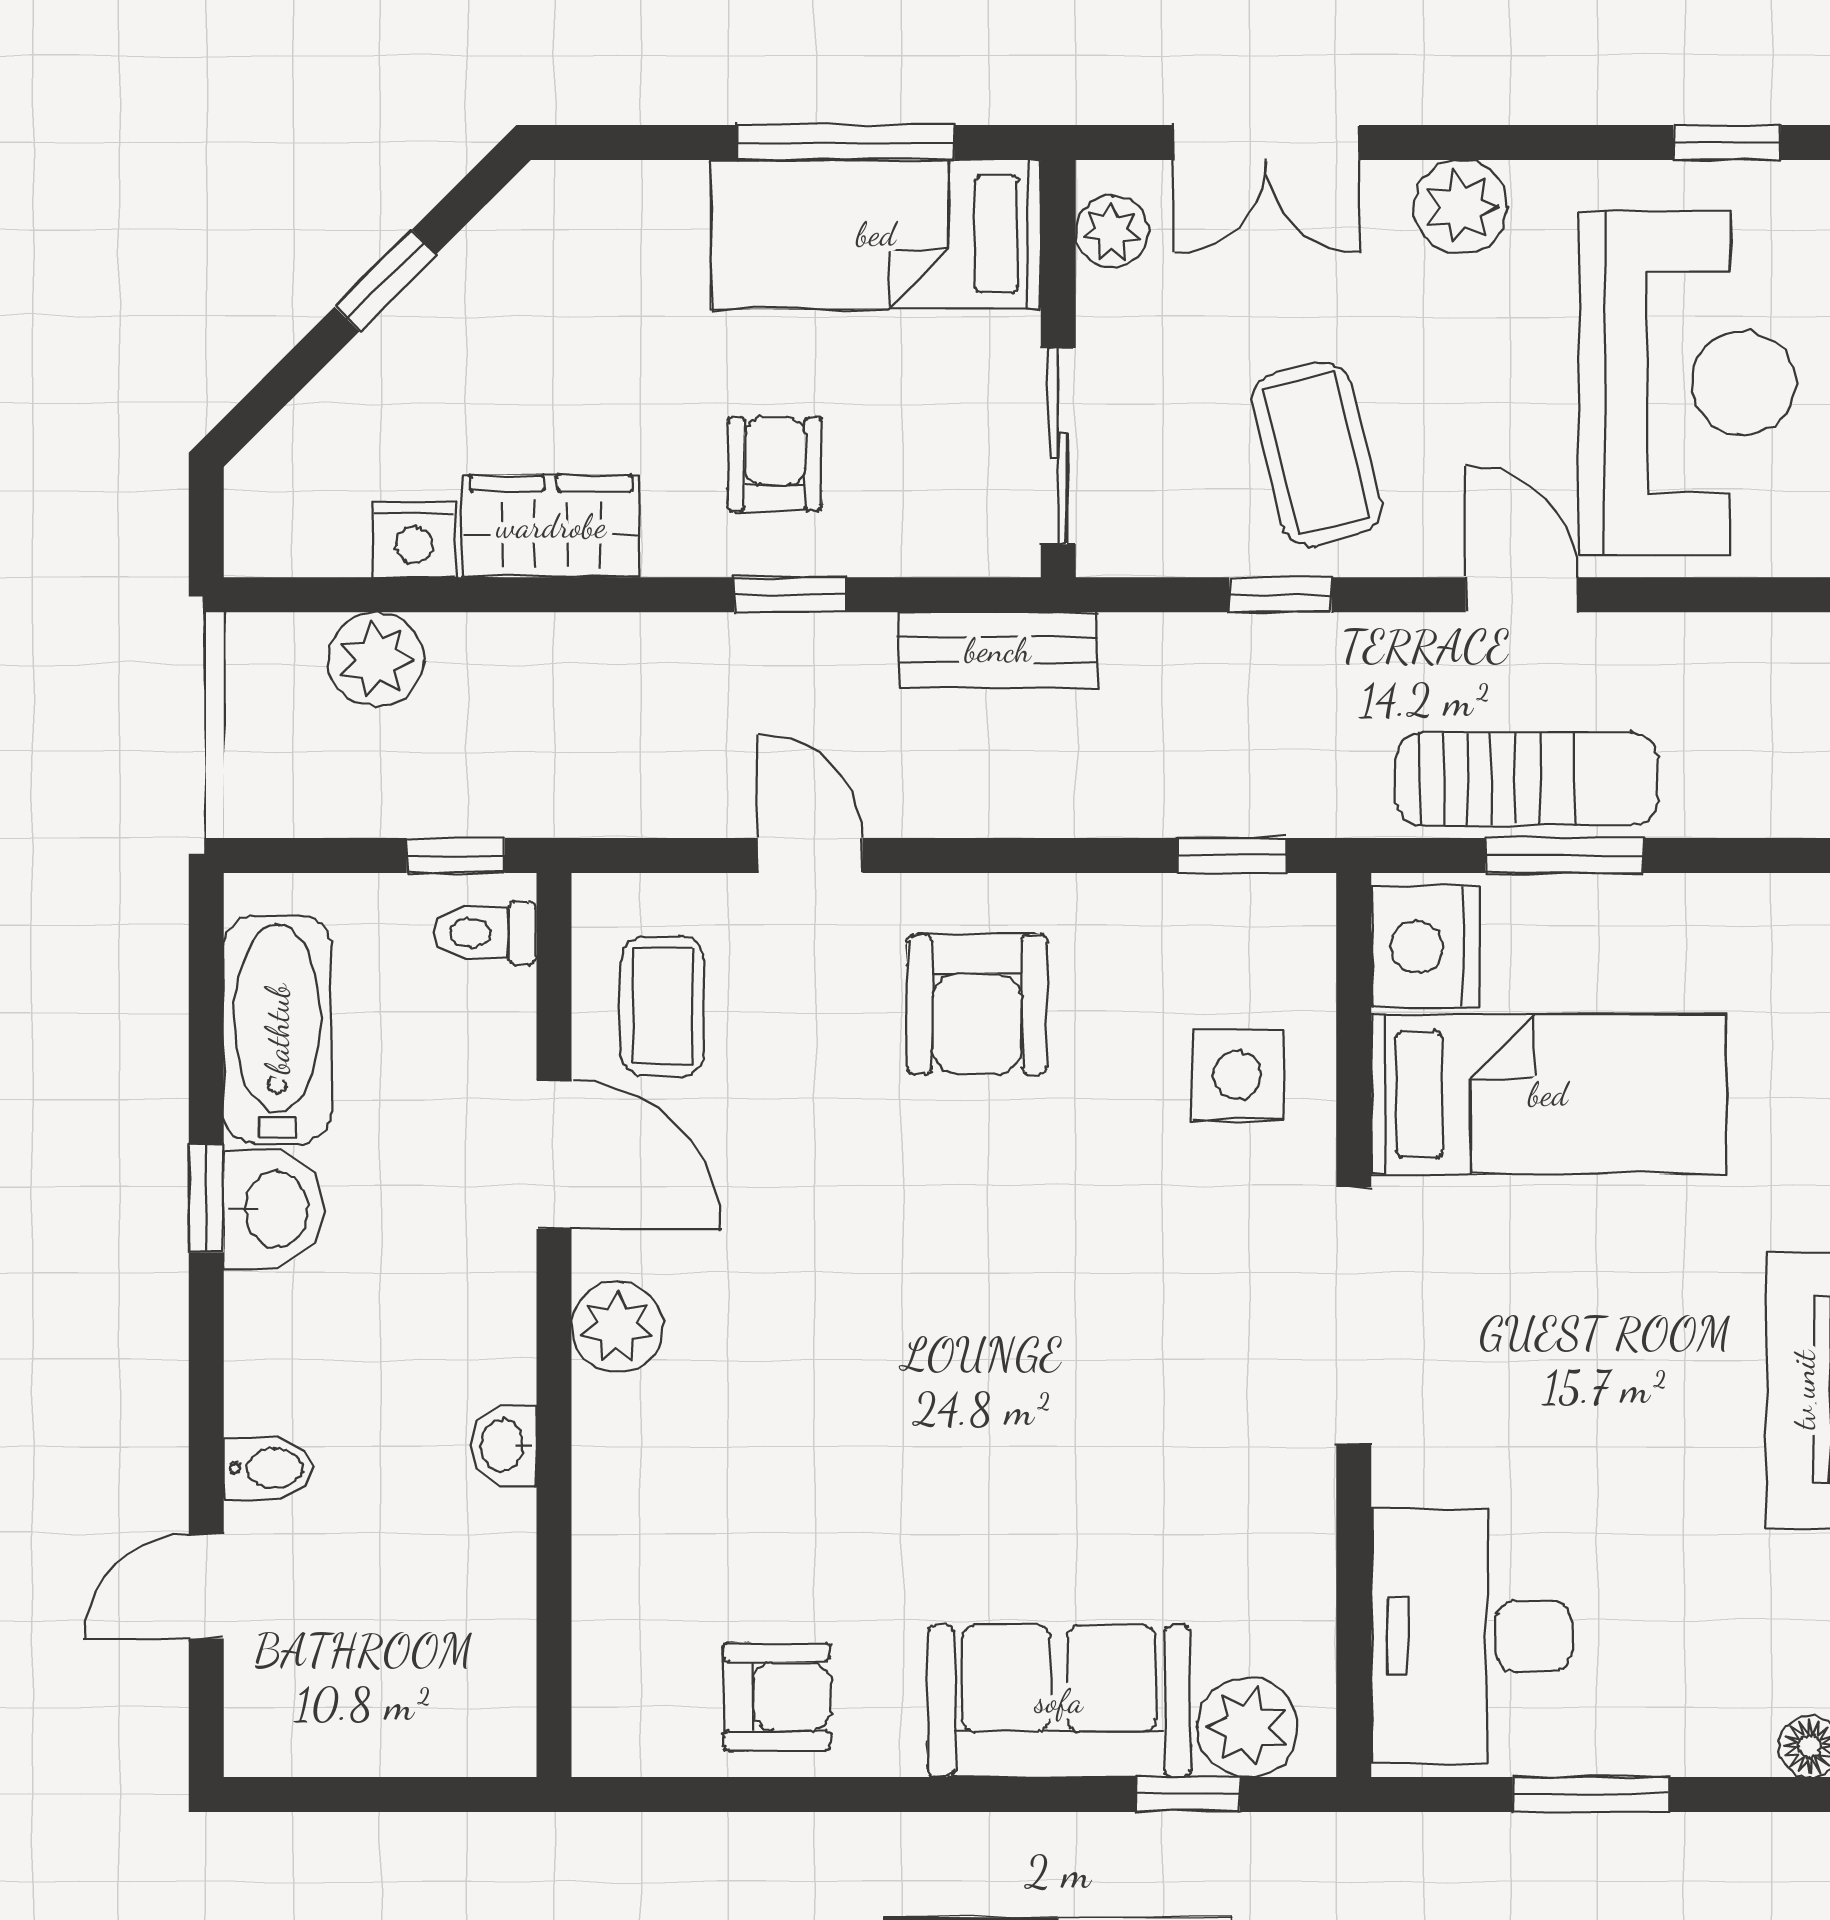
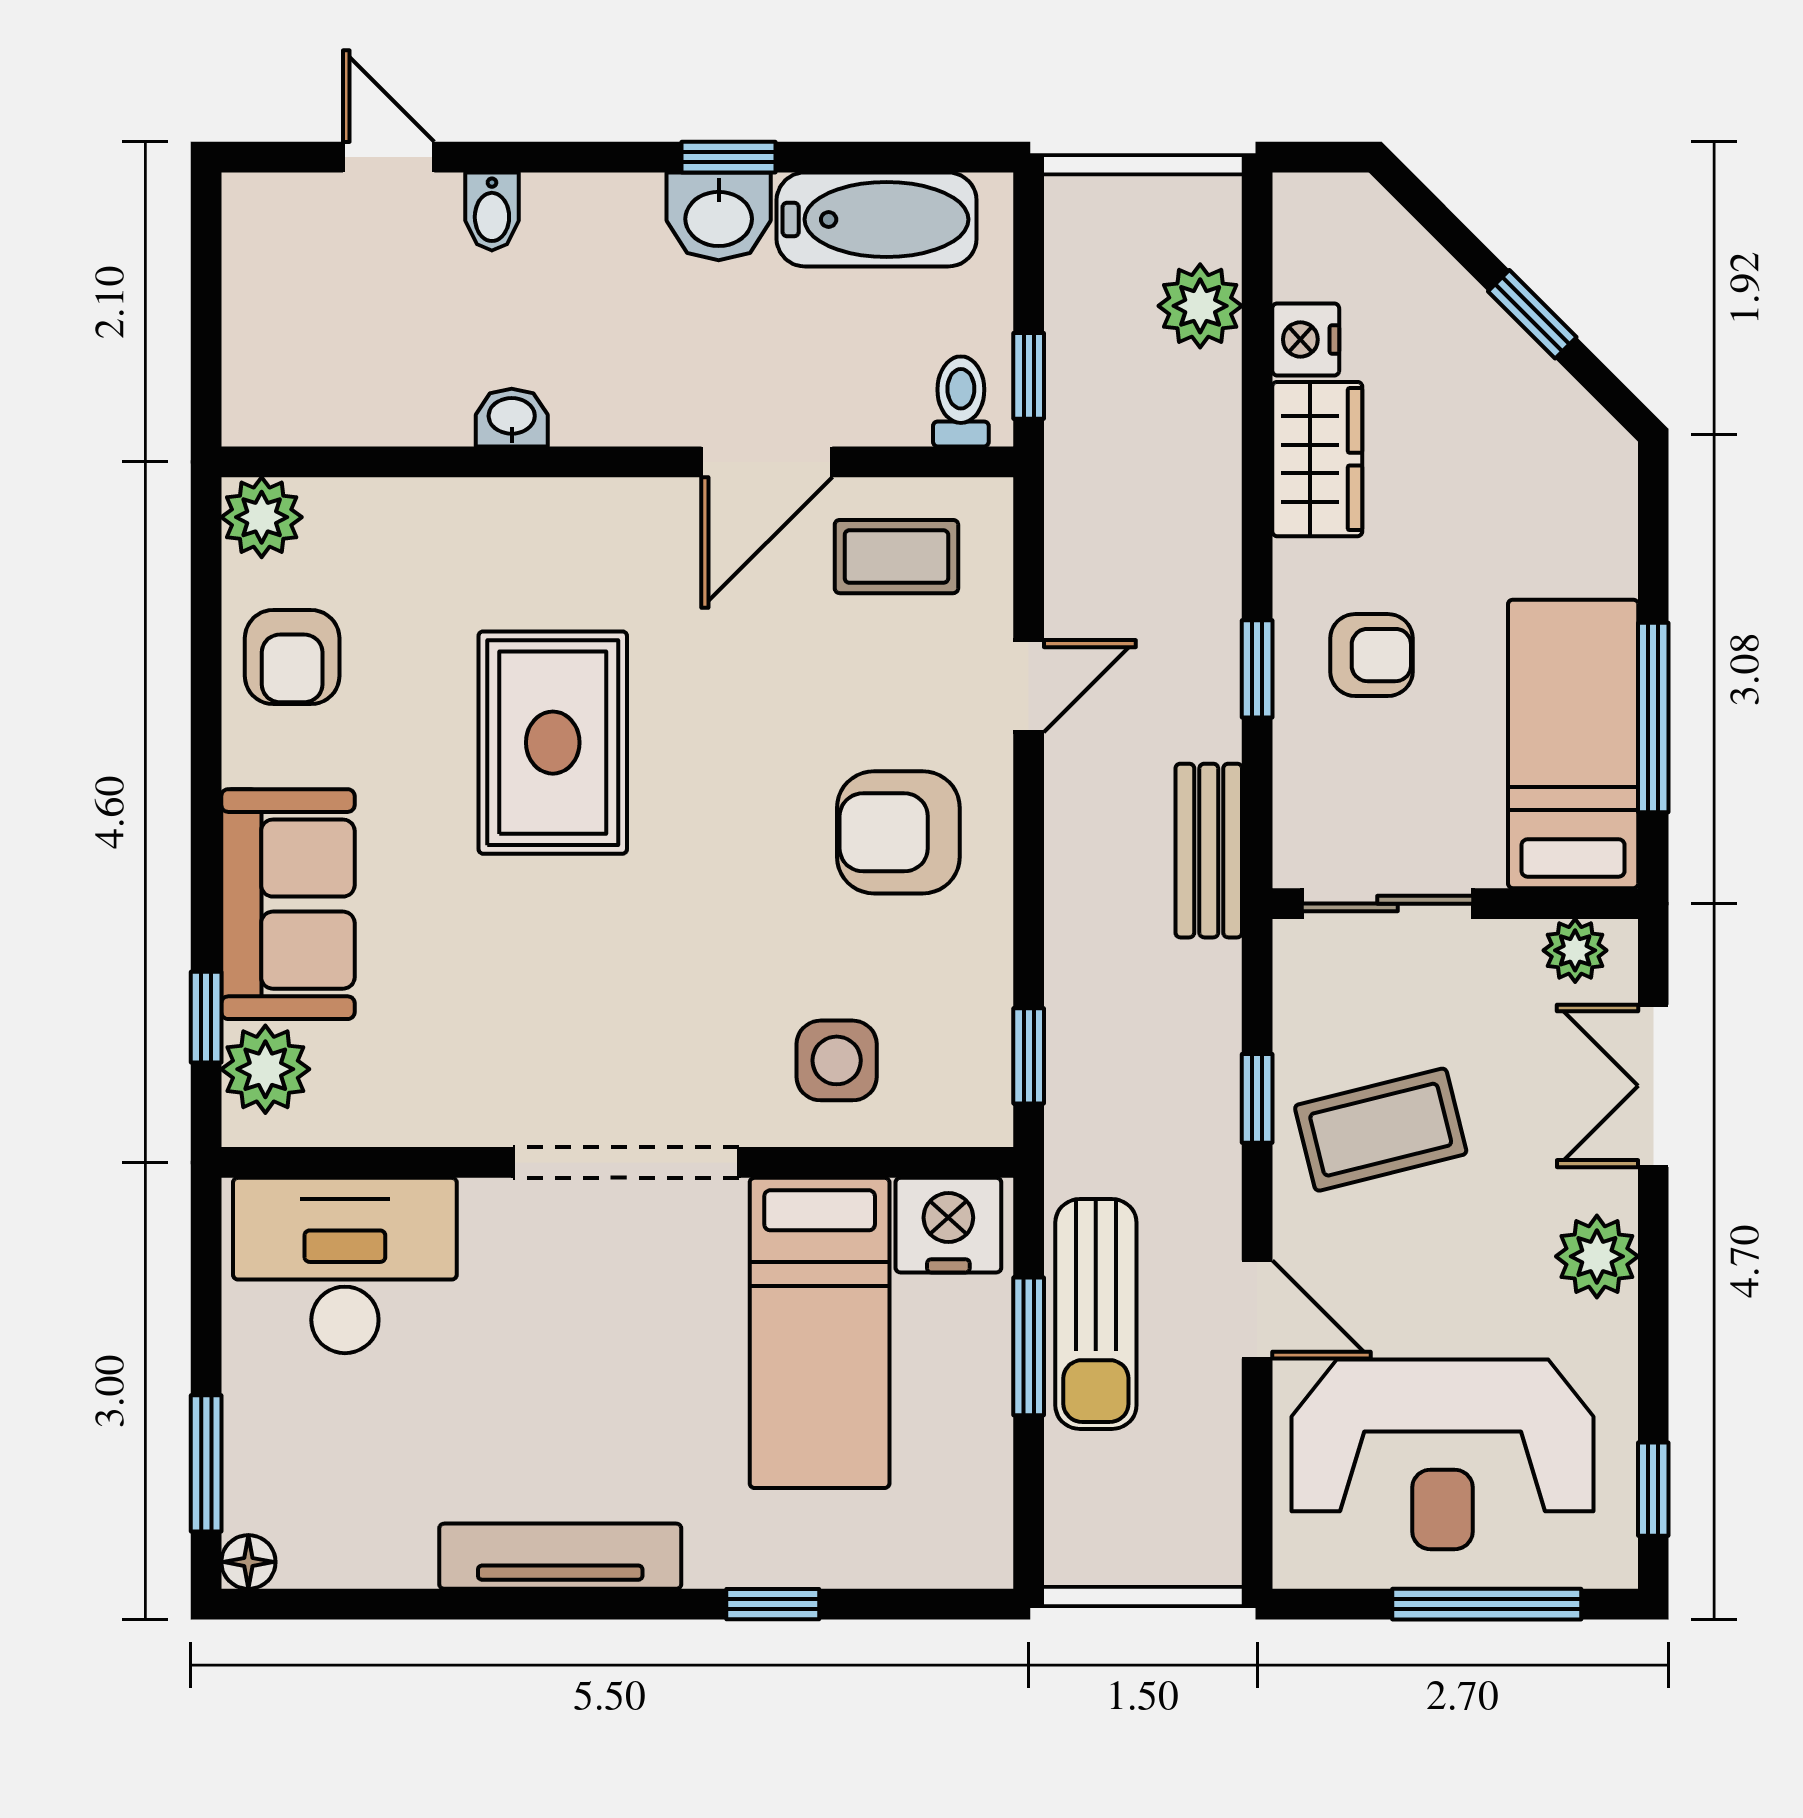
door: (1522, 595) -> (1257, 1309), hinge flipped
plant: (617, 1327) -> (262, 517), moved
rug: (874, 1399) -> (553, 743), added
window: (1591, 1795) -> (206, 1463), moved

